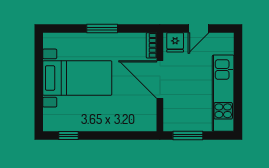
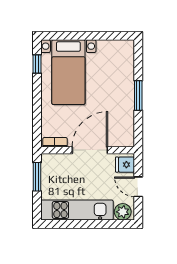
bookcase: (151, 45) -> (55, 142), moved
plant: (225, 45) -> (123, 212), added
bed with nightstands: (77, 78) -> (68, 72), moved

